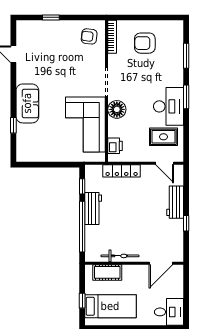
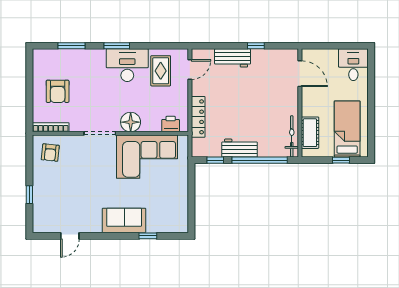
bicycle: (120, 256) -> (292, 136), moved

